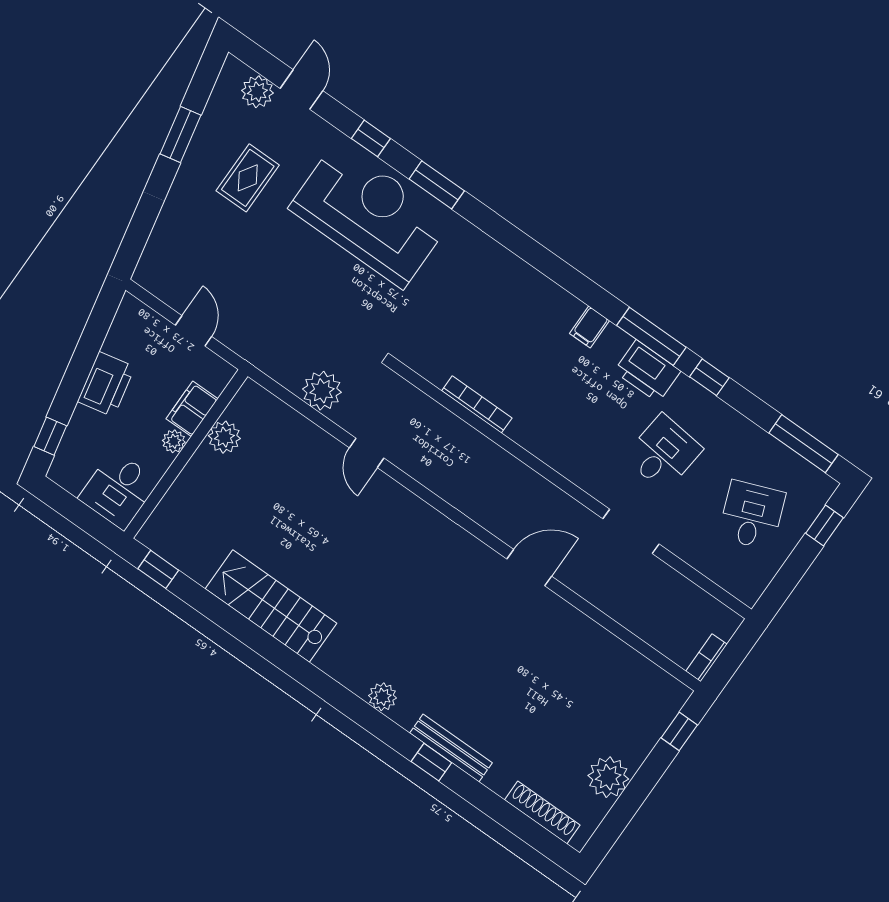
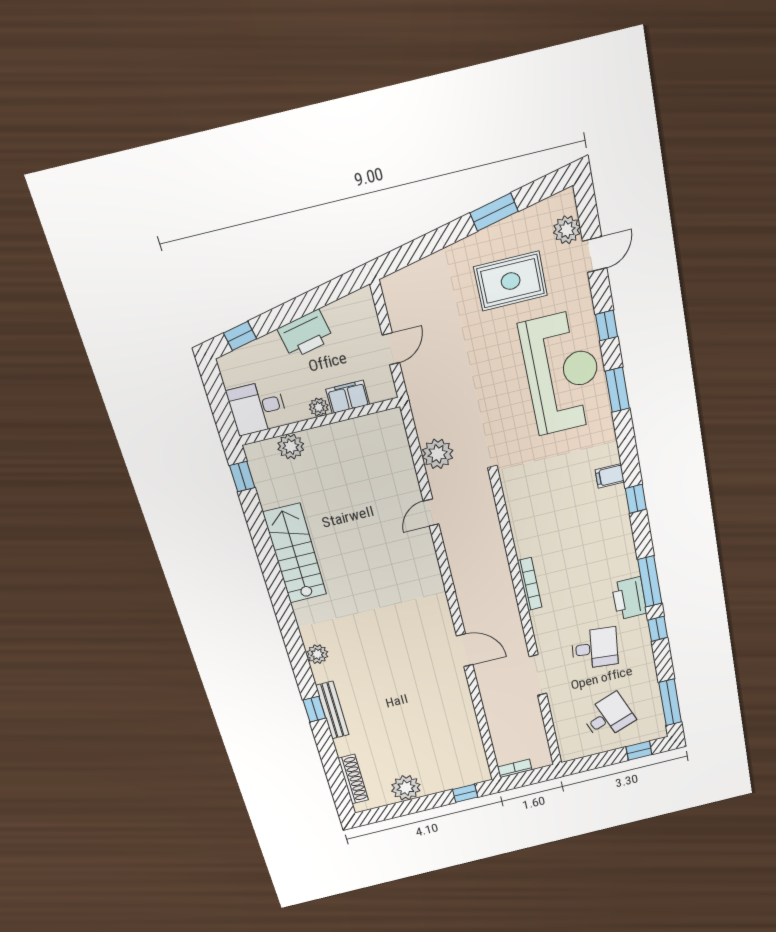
rug: (248, 178) -> (511, 281), width x1.36, depth x1.43
window: (555, 268) -> (636, 499), added
filing cabinet: (590, 327) -> (610, 476), moved
bookcase: (477, 404) -> (530, 584), moved
plant: (224, 437) -> (291, 447), moved

